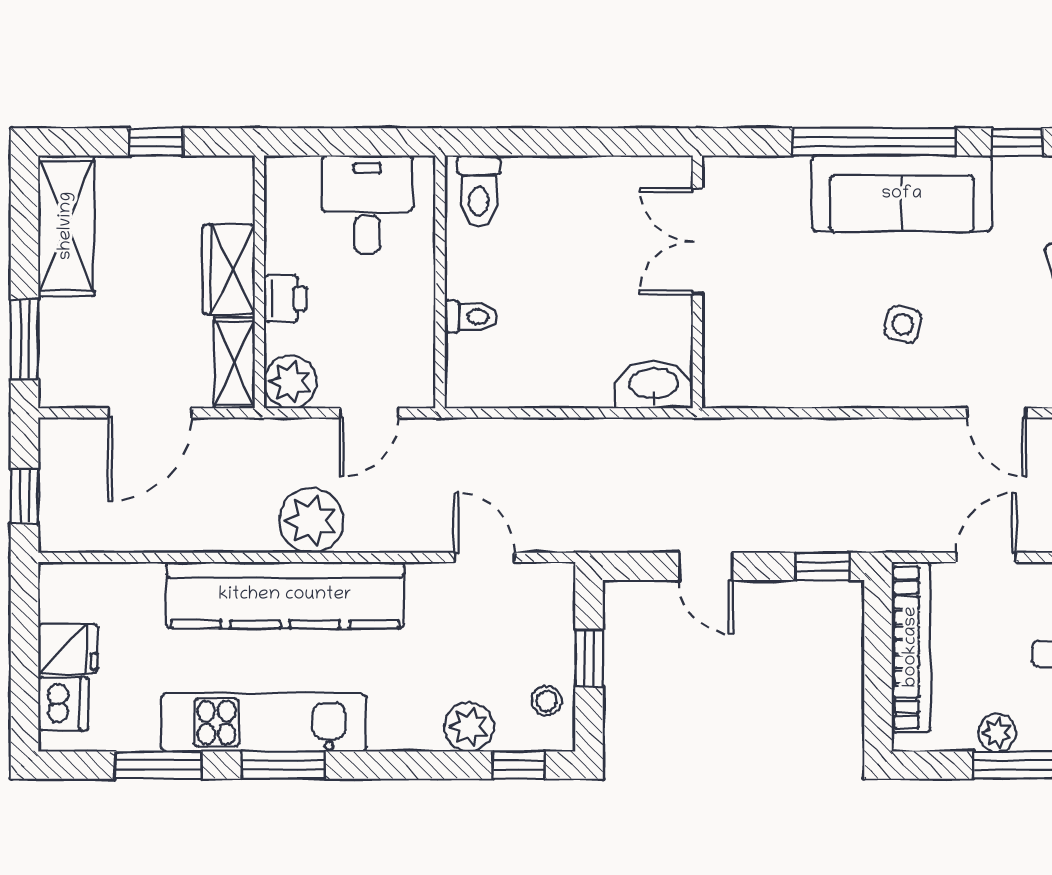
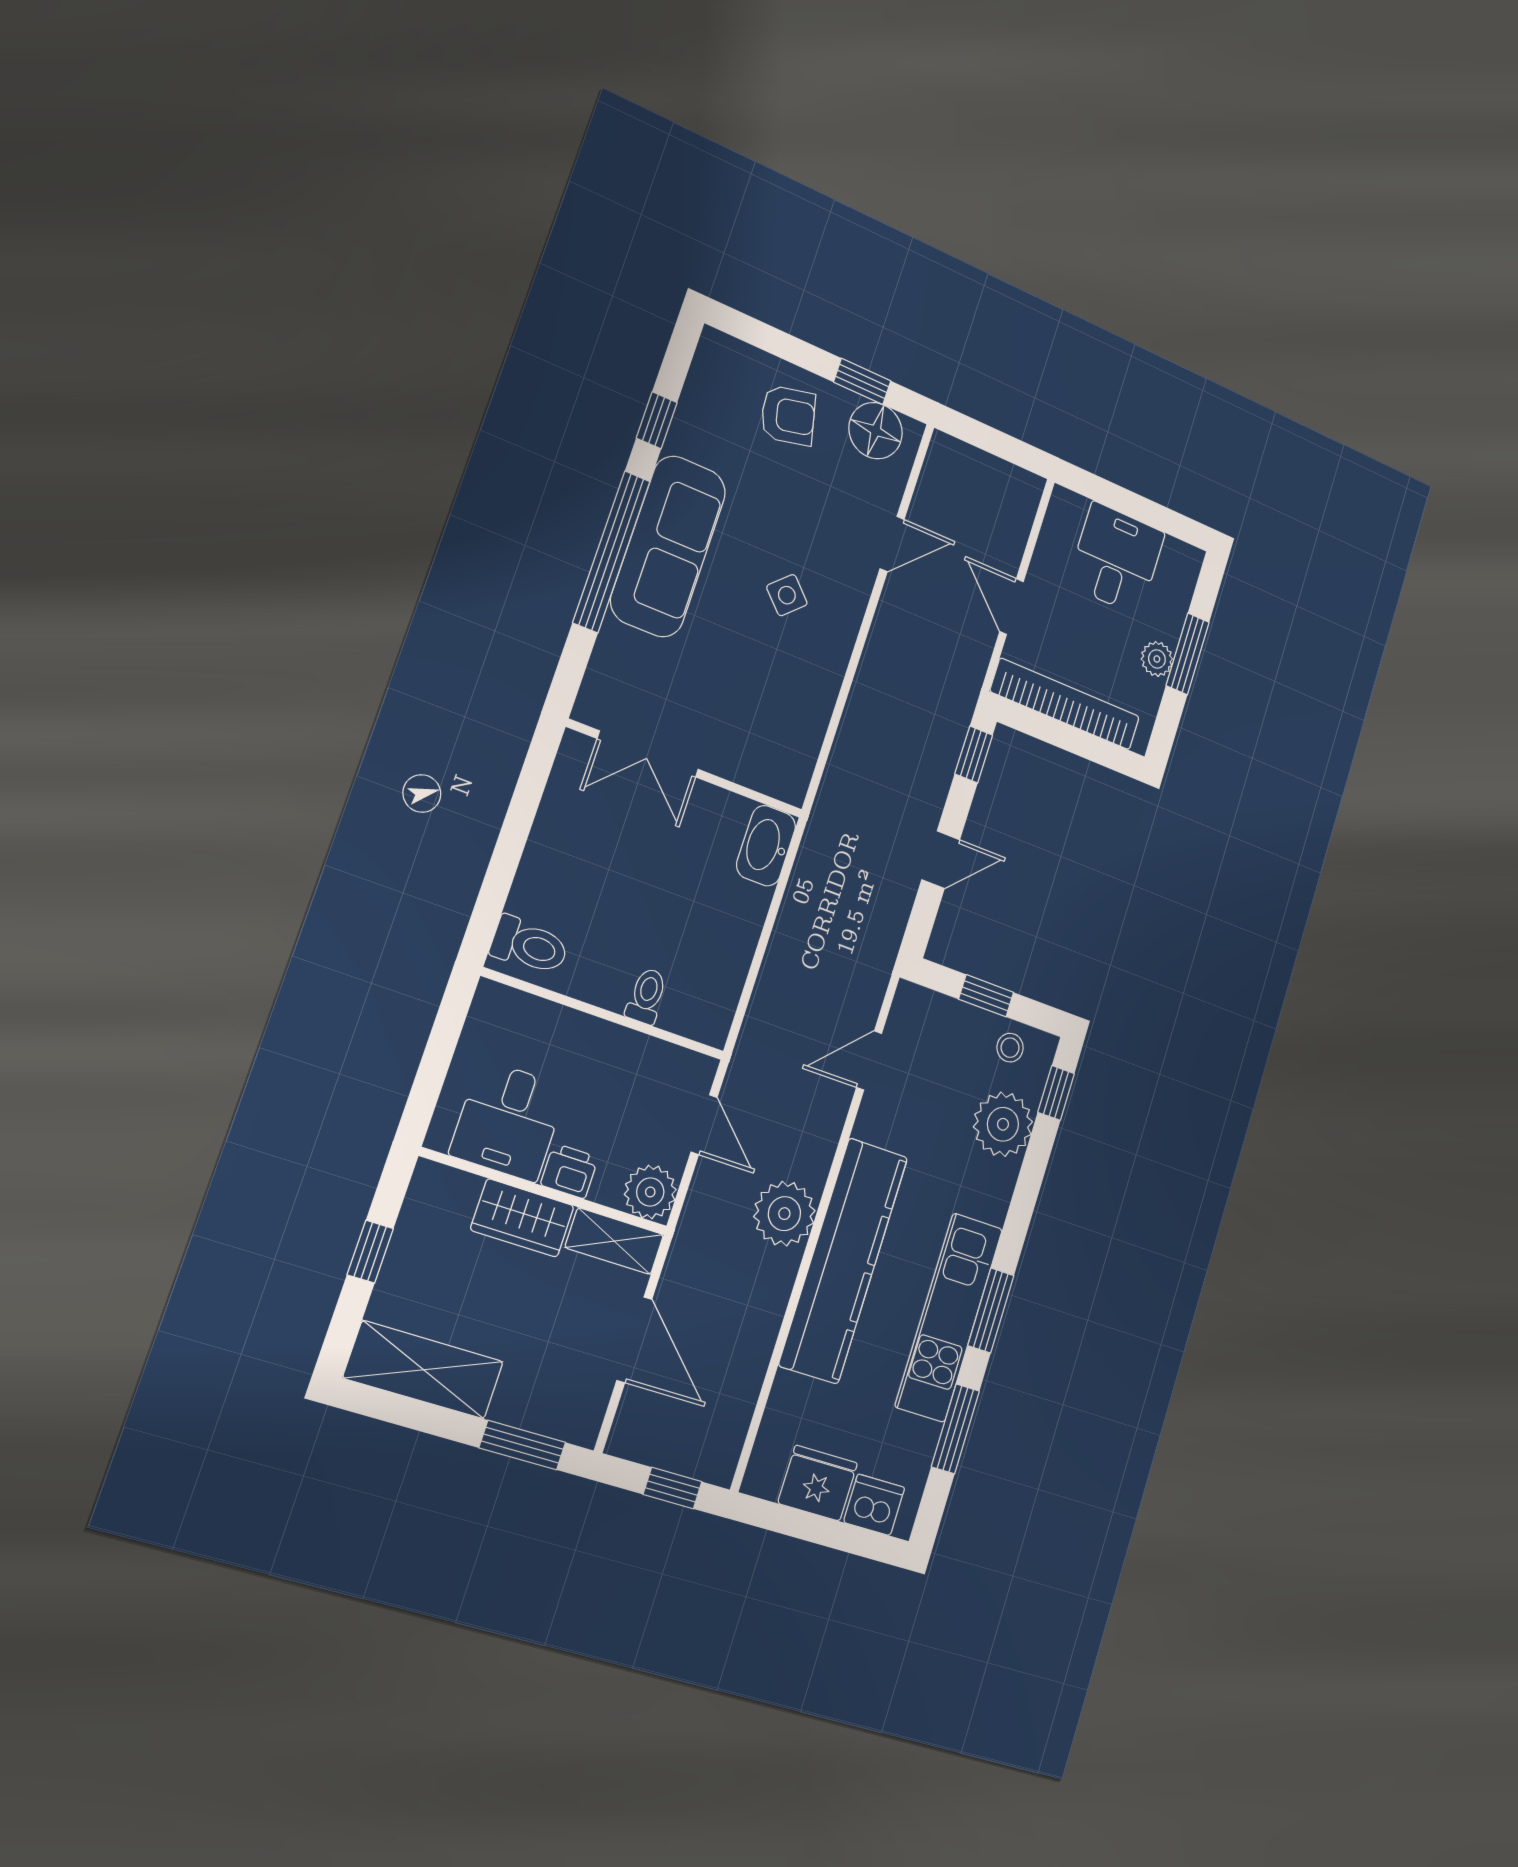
desk: (367, 204) -> (508, 1121), moved, turned -90
side table: (903, 324) -> (787, 595), turned 32
fridge: (68, 649) -> (818, 1483), width x1.38
plant: (469, 727) -> (1003, 1124), width x1.36, depth x1.36

